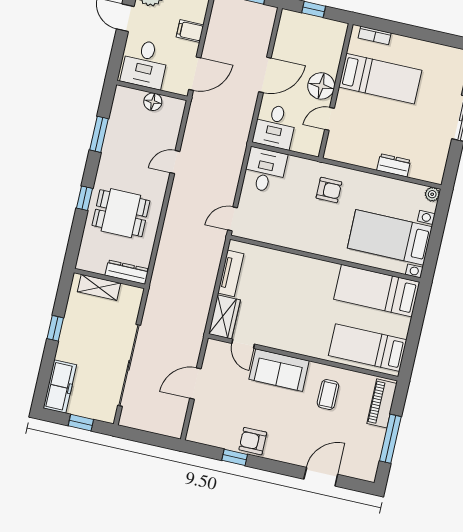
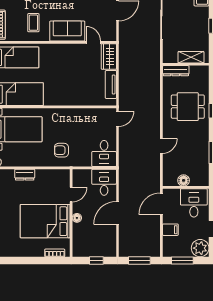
bed: (380, 79) -> (45, 221), width x1.50
floor lamp: (321, 86) -> (77, 218), width x0.53, depth x0.53

